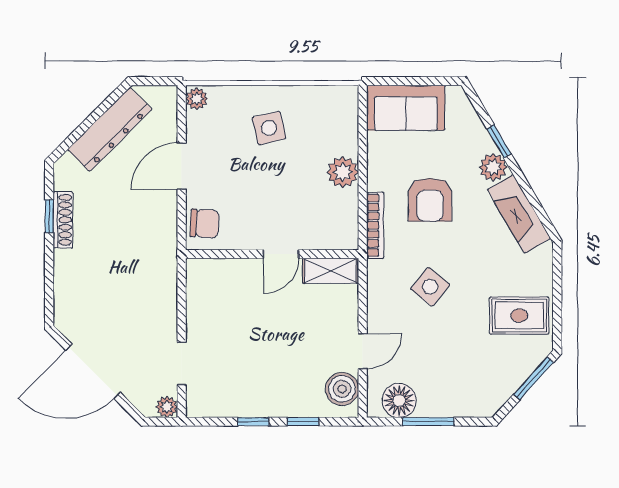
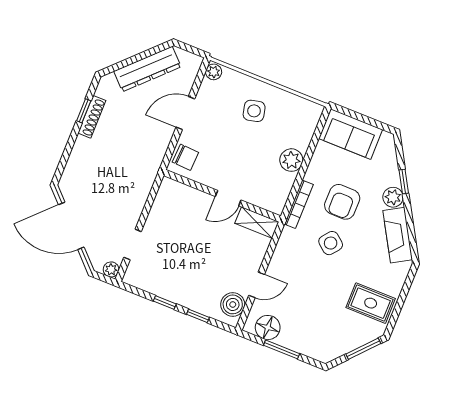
side table: (430, 287) -> (331, 243), moved

